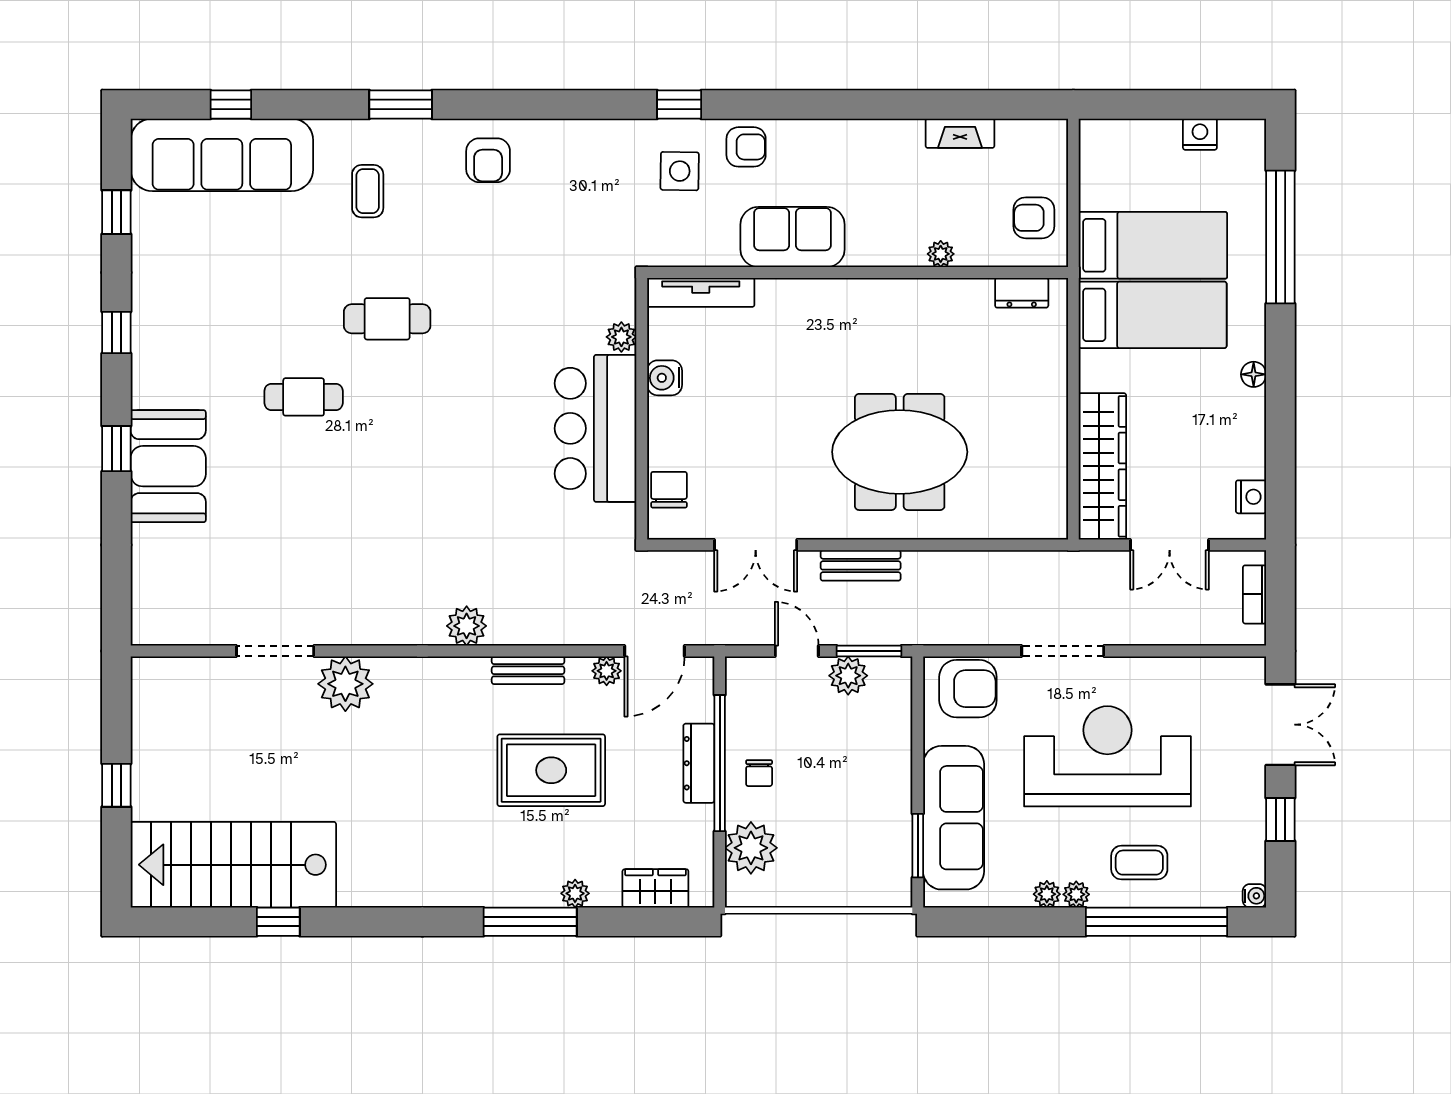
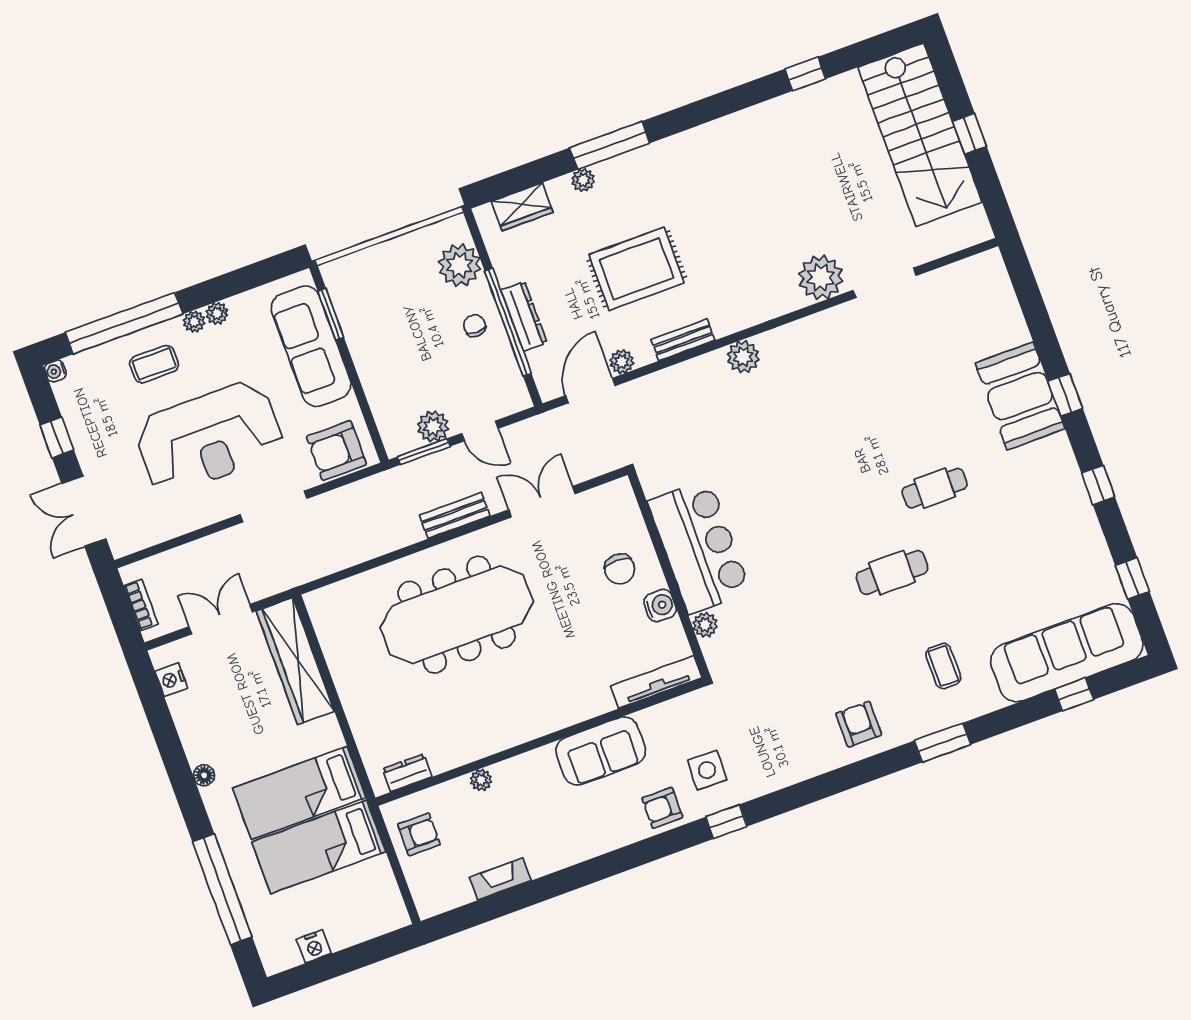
meeting table: (900, 452) -> (457, 615), width x1.36
chair: (669, 490) -> (620, 569), moved
stairs: (233, 865) -> (920, 135), moved, turned 90

